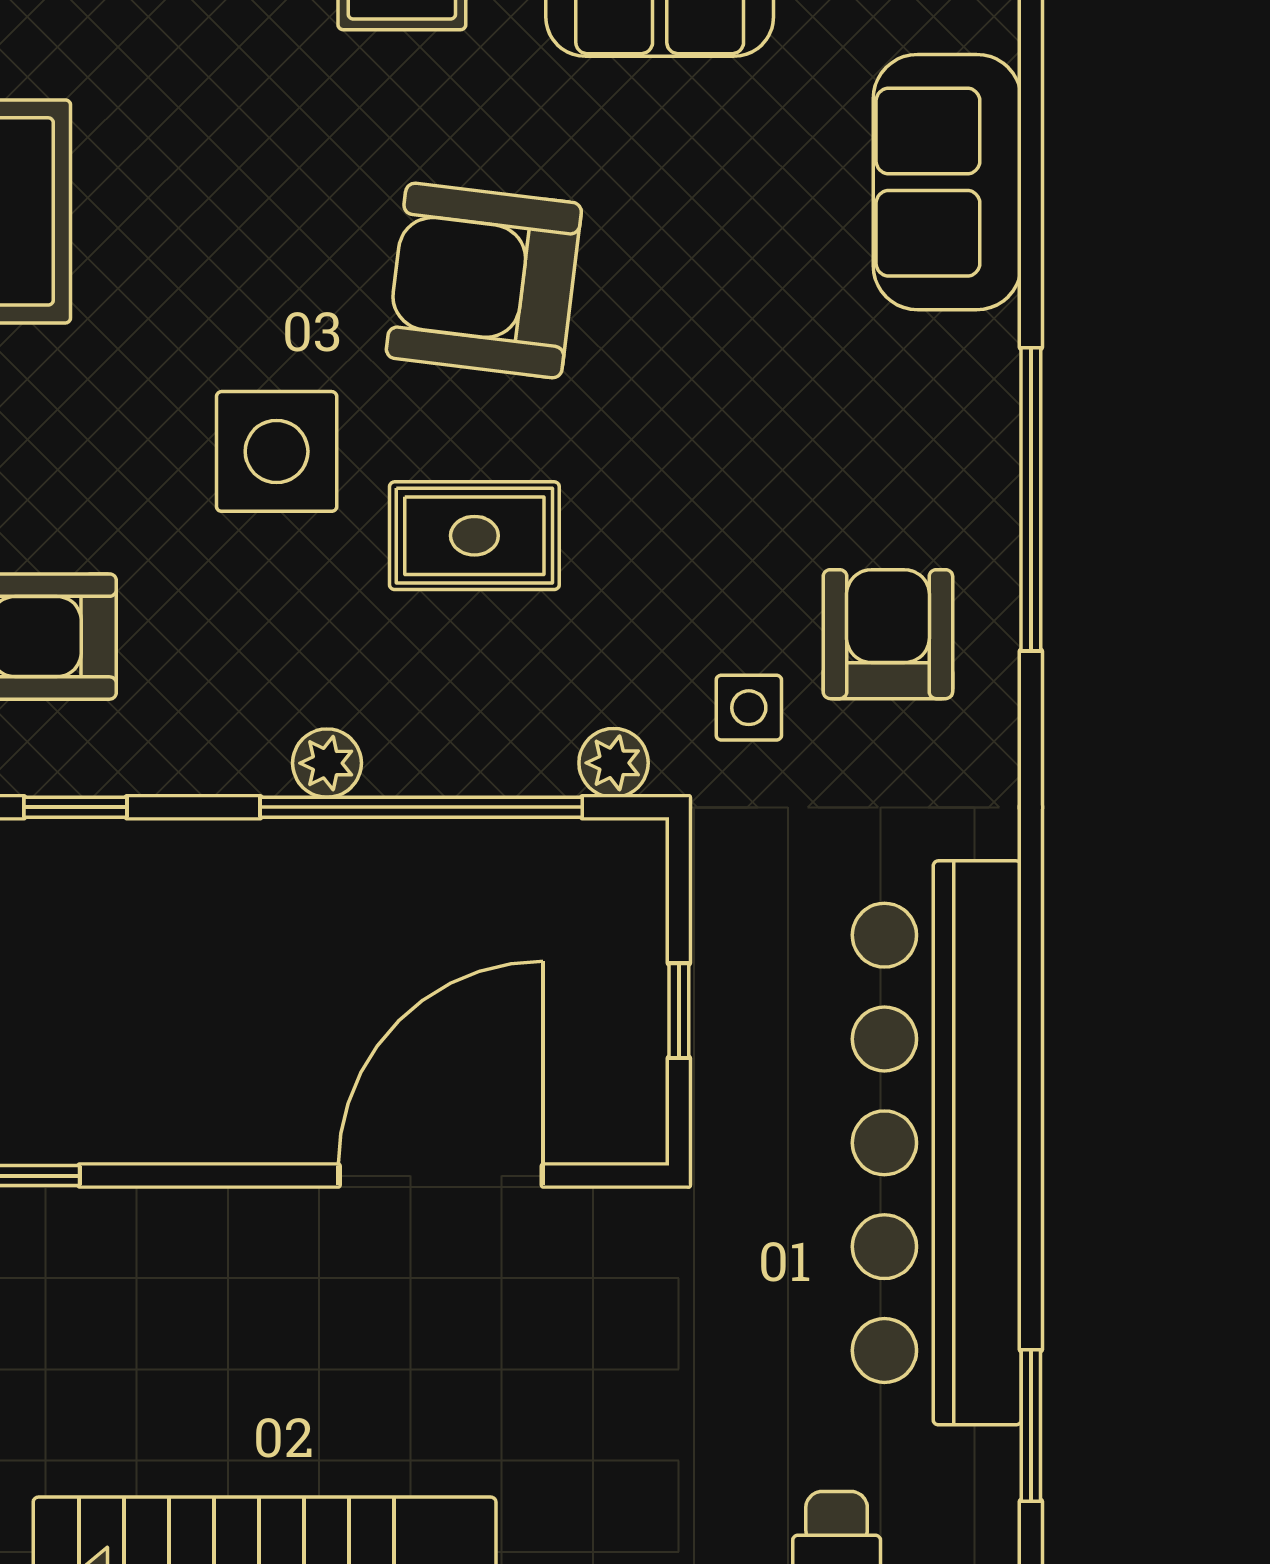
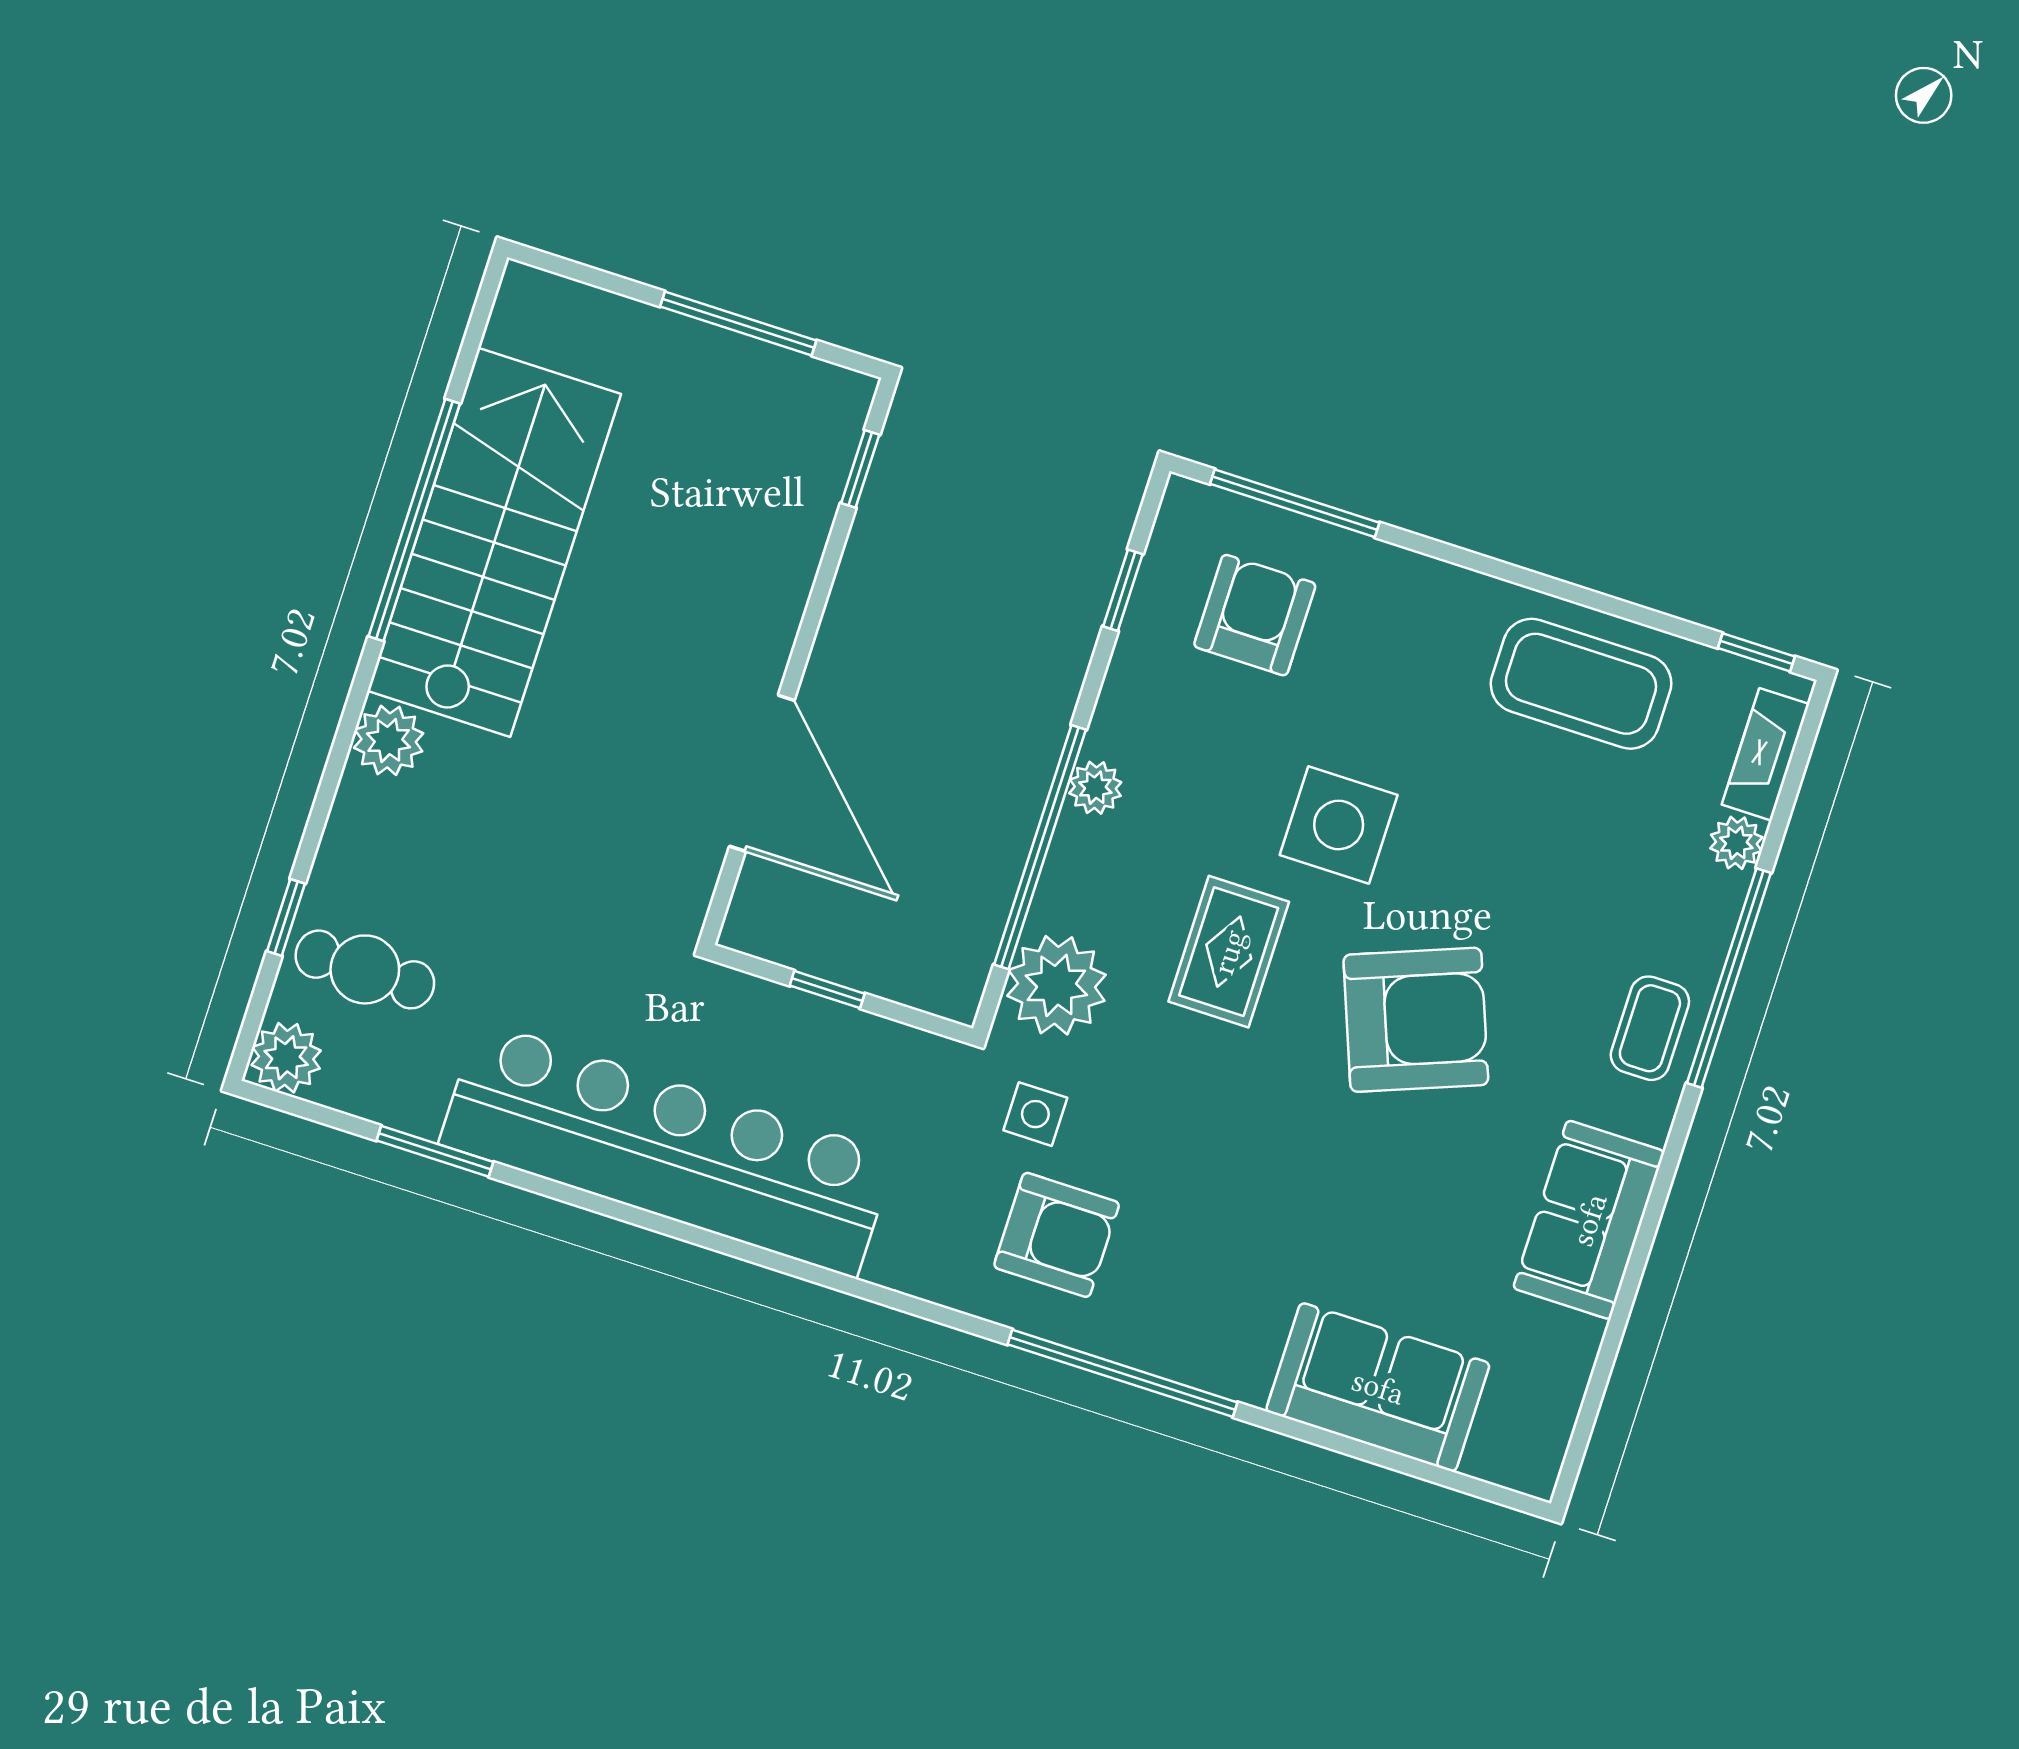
armchair: (484, 280) -> (1416, 1020), turned 62
plant: (614, 763) -> (1056, 985), width x1.87, depth x1.87

